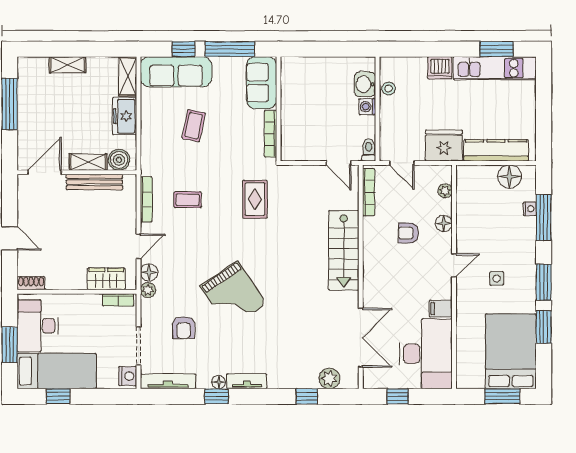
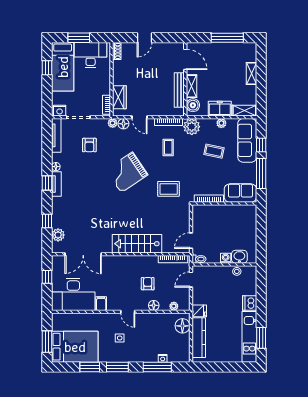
plant: (148, 114) -> (221, 123), added
fridge: (444, 146) -> (199, 311), width x0.53, depth x0.75
plant: (154, 162) -> (192, 127), added
floor lamp: (510, 177) -> (182, 326), moved
grand piano: (233, 295) -> (127, 172), moved
armchair: (184, 328) -> (89, 145), turned -90
window: (216, 396) -> (47, 183), moved

